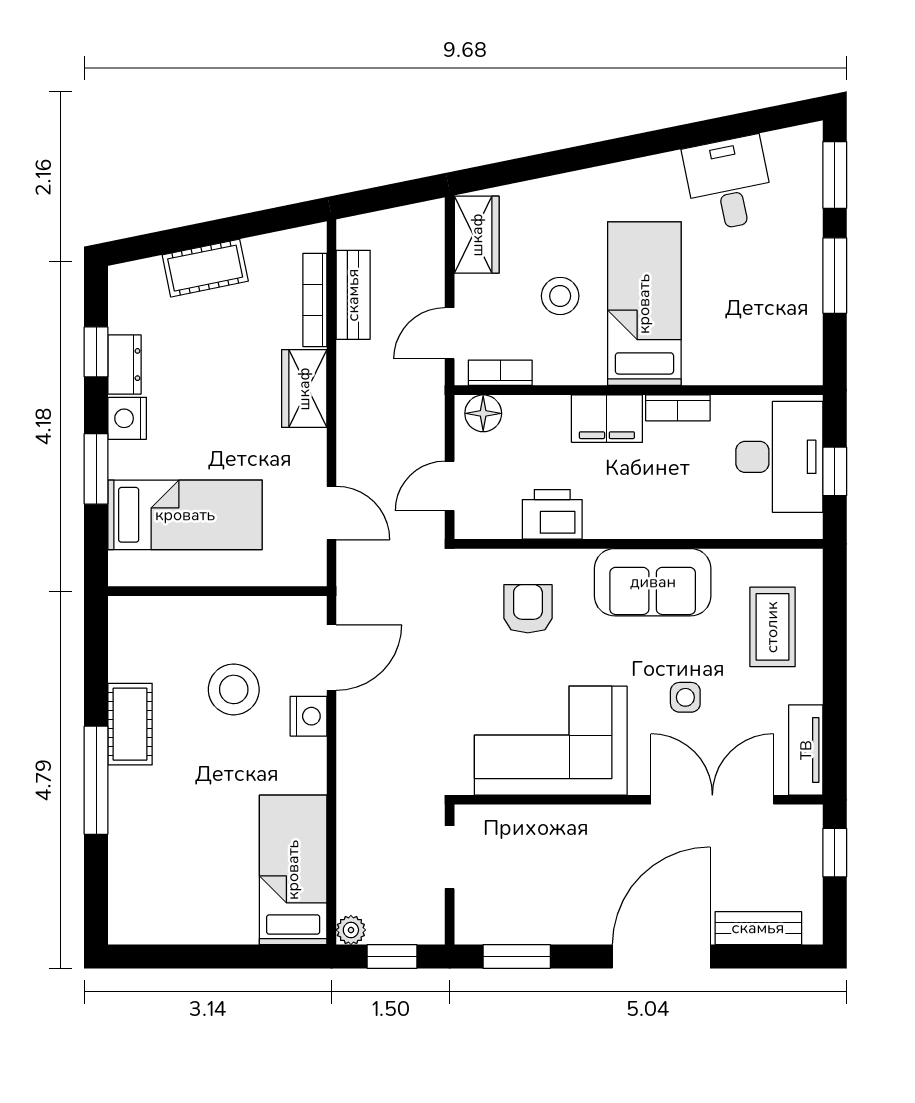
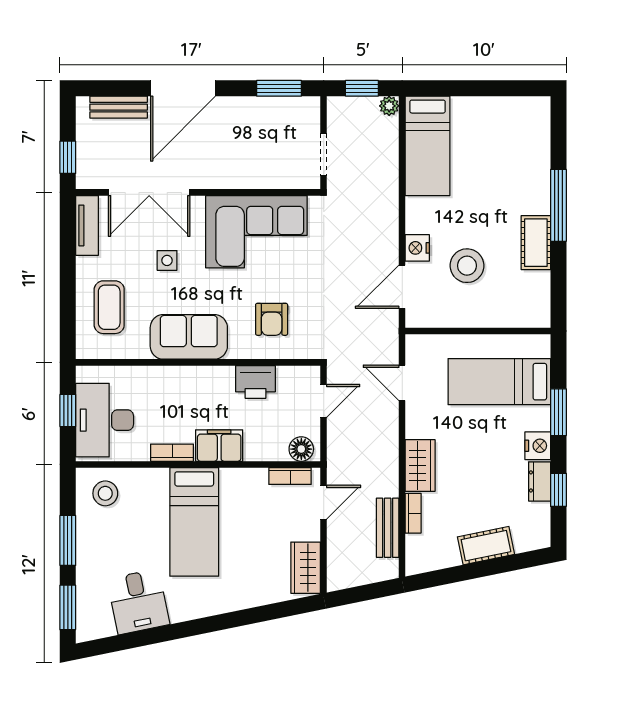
stool: (560, 296) -> (105, 493), moved
bookcase: (315, 300) -> (413, 513), width x0.64

